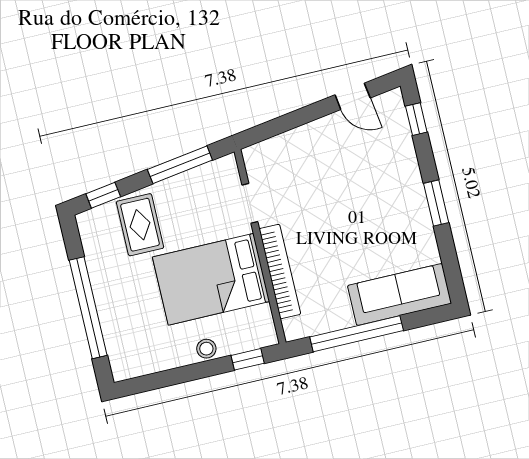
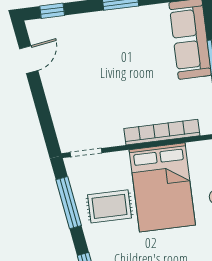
doorway: (250, 203) -> (86, 153), moved
rug: (140, 225) -> (110, 206), moved

